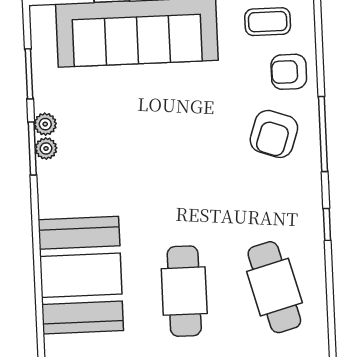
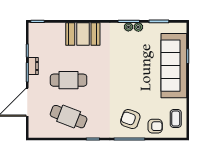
armchair: (289, 72) -> (155, 126), turned 90
booth: (81, 275) -> (83, 34), width x0.73, depth x0.70
cafe table: (274, 287) -> (69, 117), turned 36

